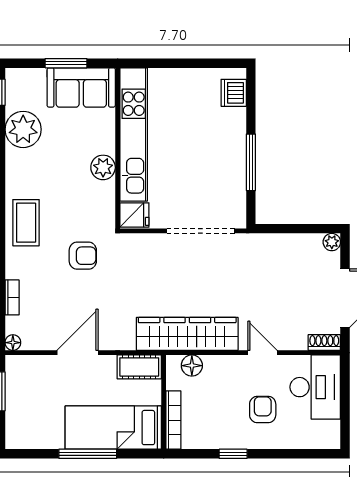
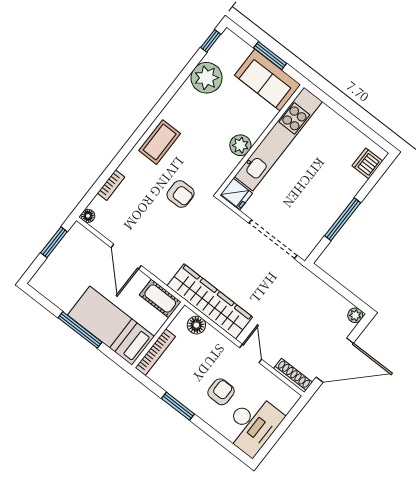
shoe rack: (324, 343) -> (293, 375), width x1.43
door: (77, 353) -> (126, 257), swing flipped
desk: (315, 387) -> (252, 424), moved
window: (233, 454) -> (178, 406), width x1.50

